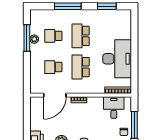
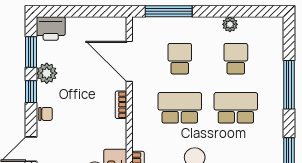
window: (27, 38) -> (169, 11), moved

